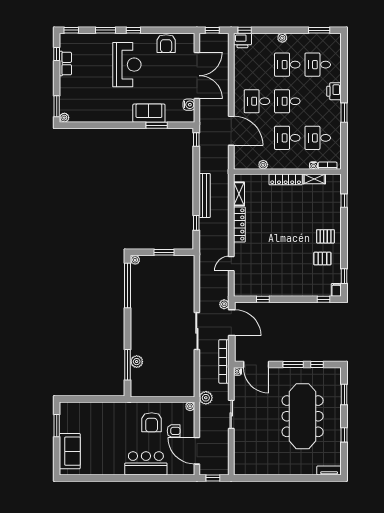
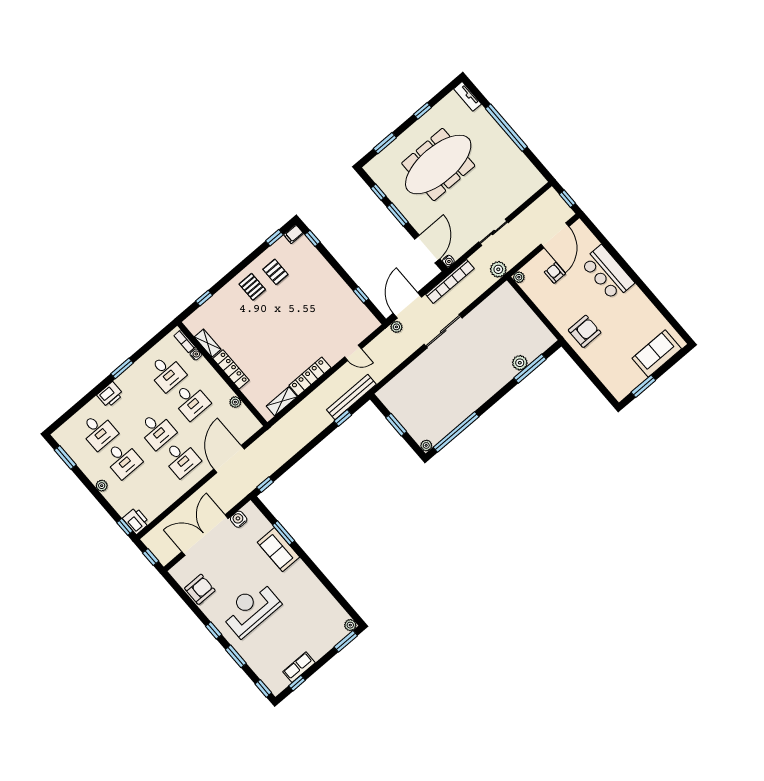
bench: (205, 195) -> (351, 397), moved
armchair: (152, 422) -> (585, 331), moved
window: (289, 478) -> (506, 128), added

